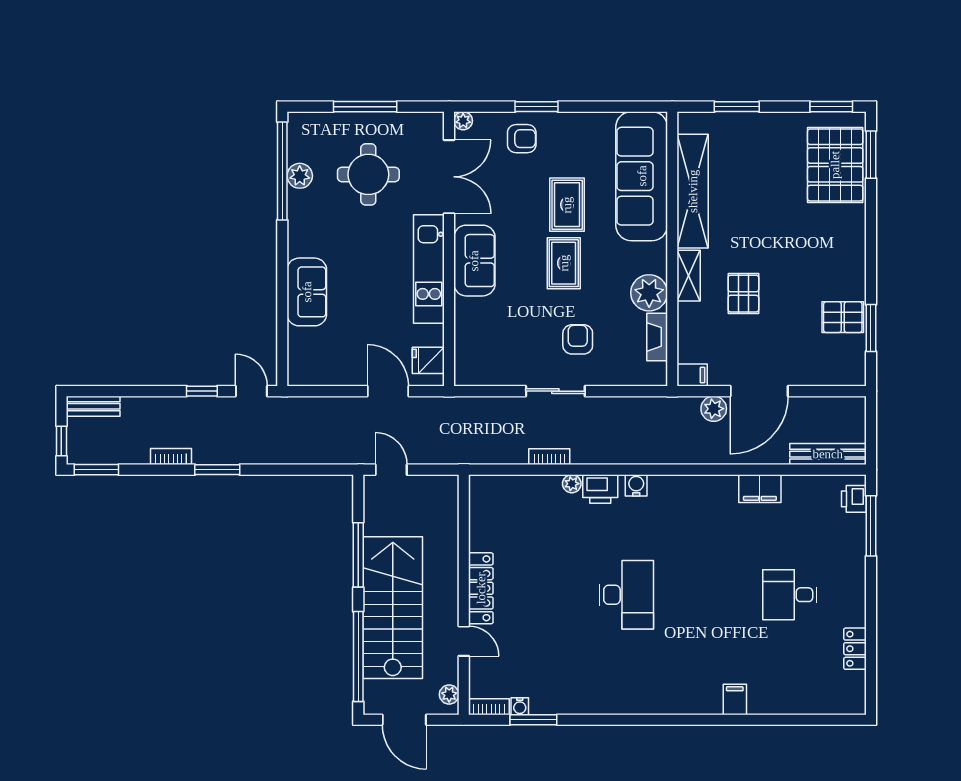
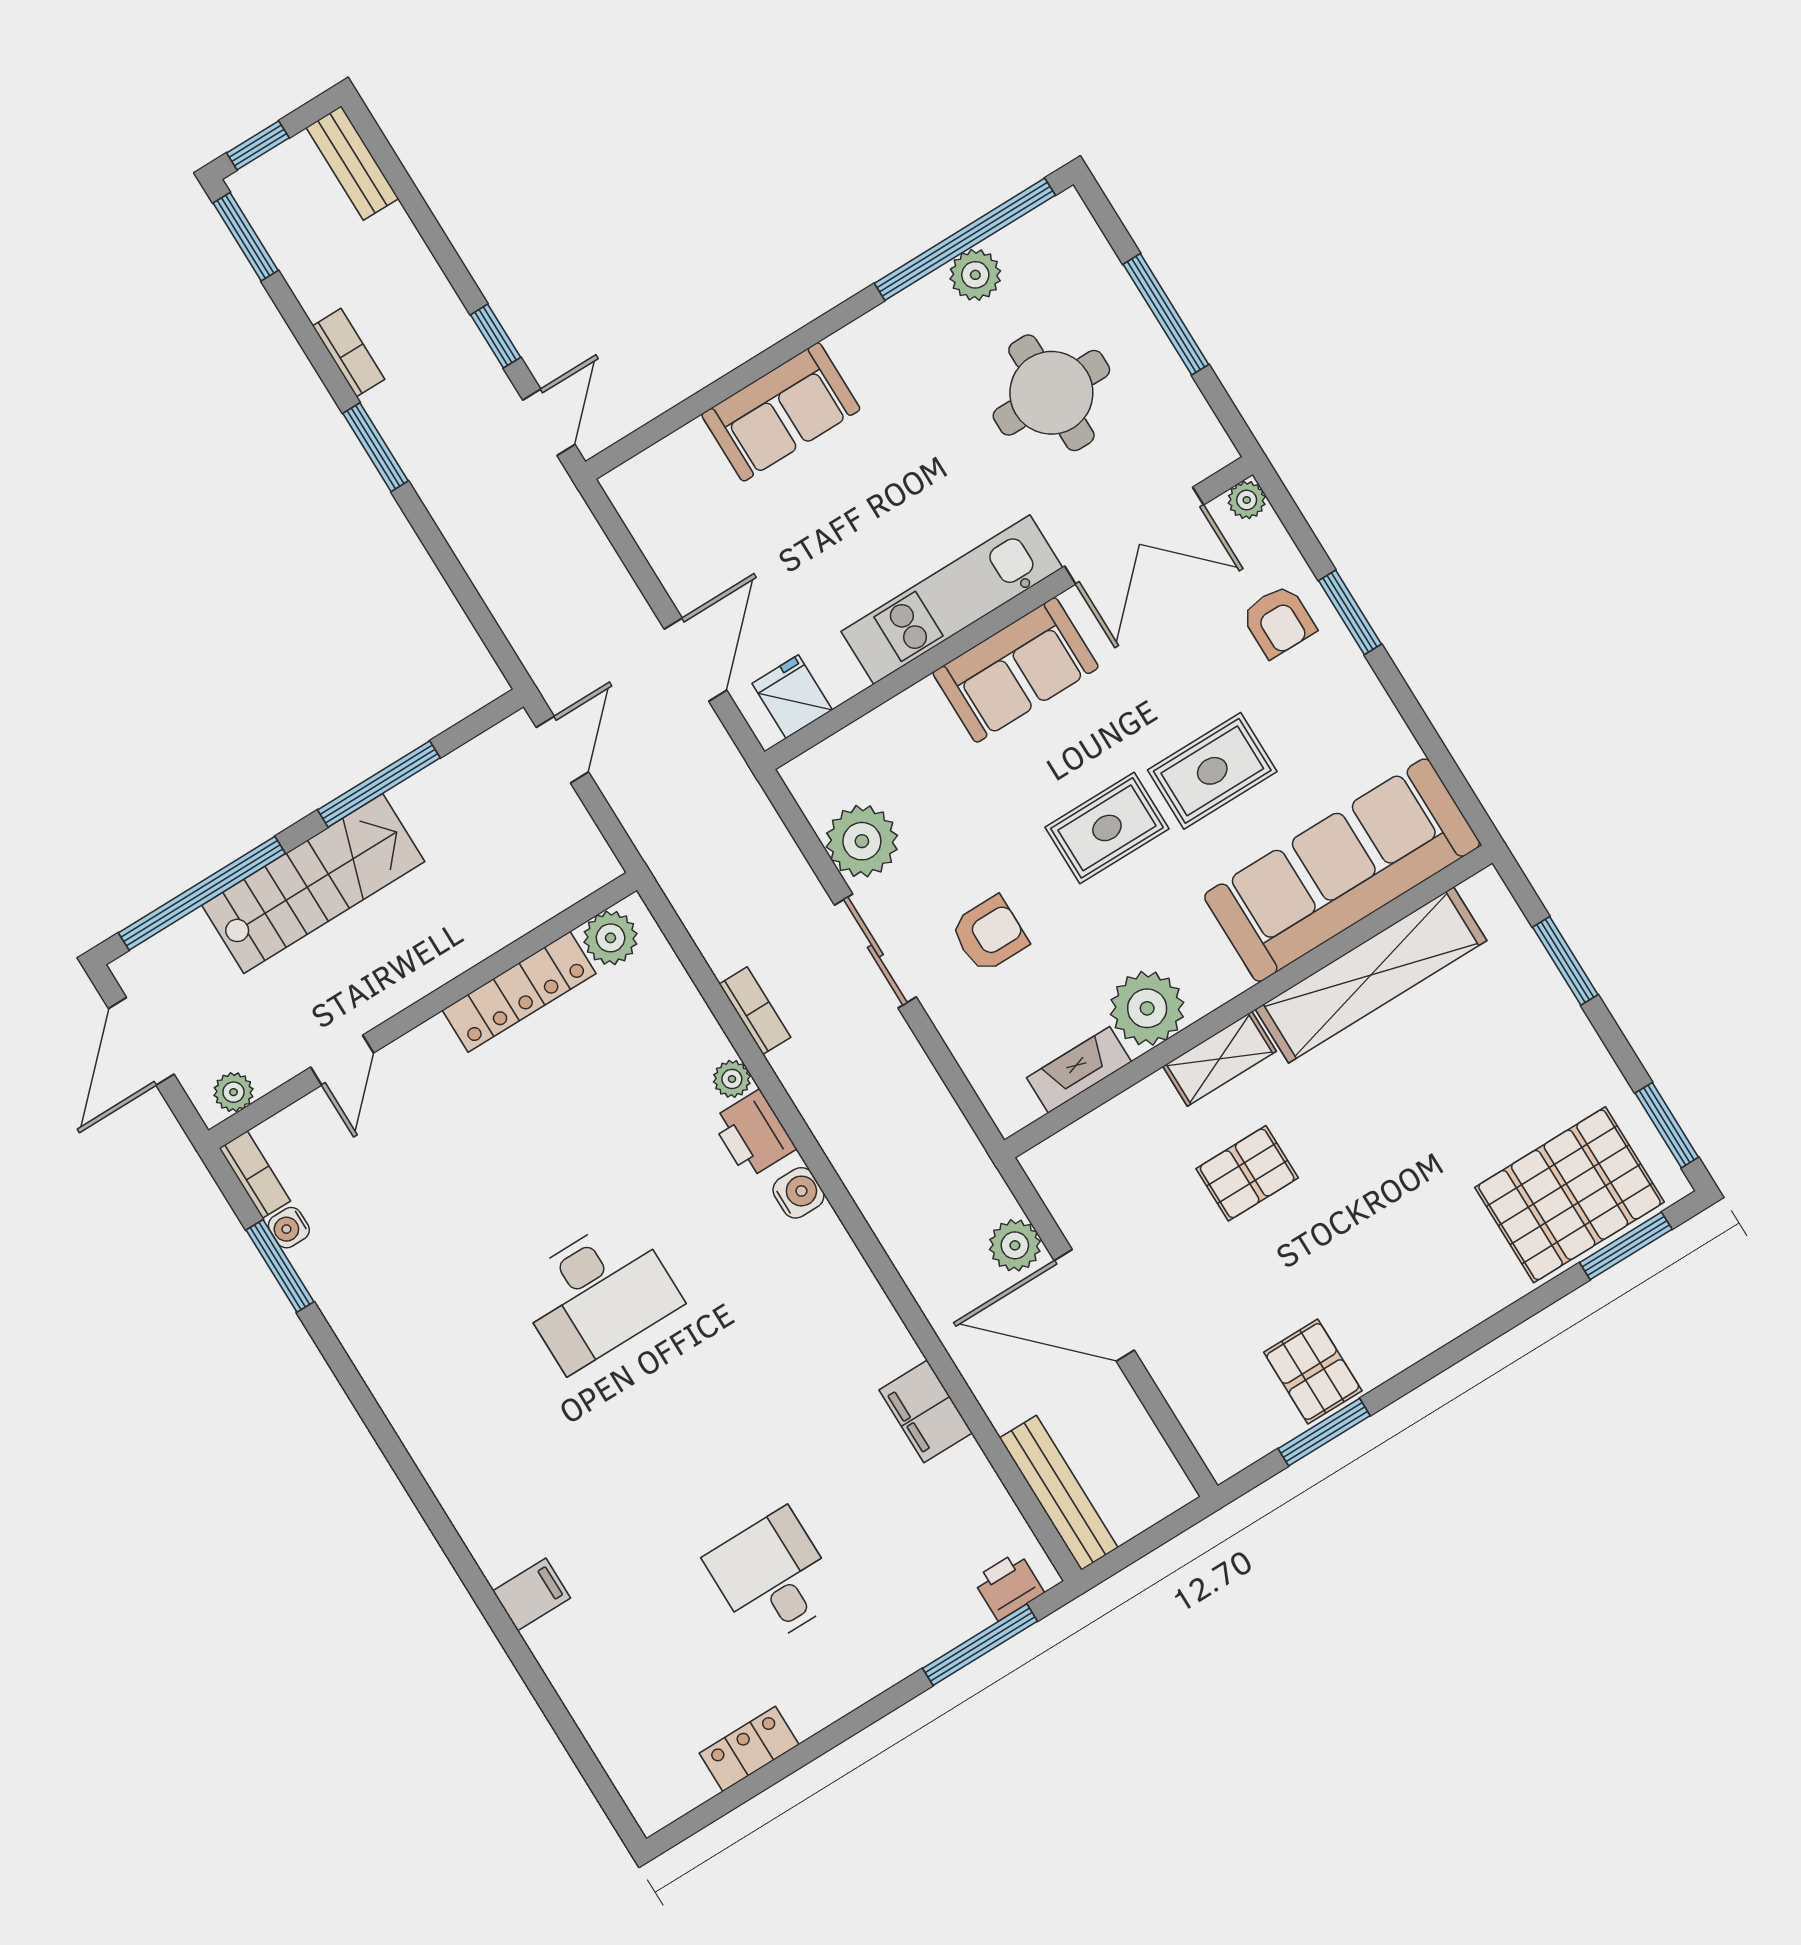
plant: (506, 369) -> (862, 841), added
filing cabinet: (692, 375) -> (1050, 1172), removed
plant: (482, 498) -> (611, 938), added
locker: (481, 588) -> (519, 992), moved
stairs: (393, 608) -> (313, 883), width x0.73, depth x0.66

